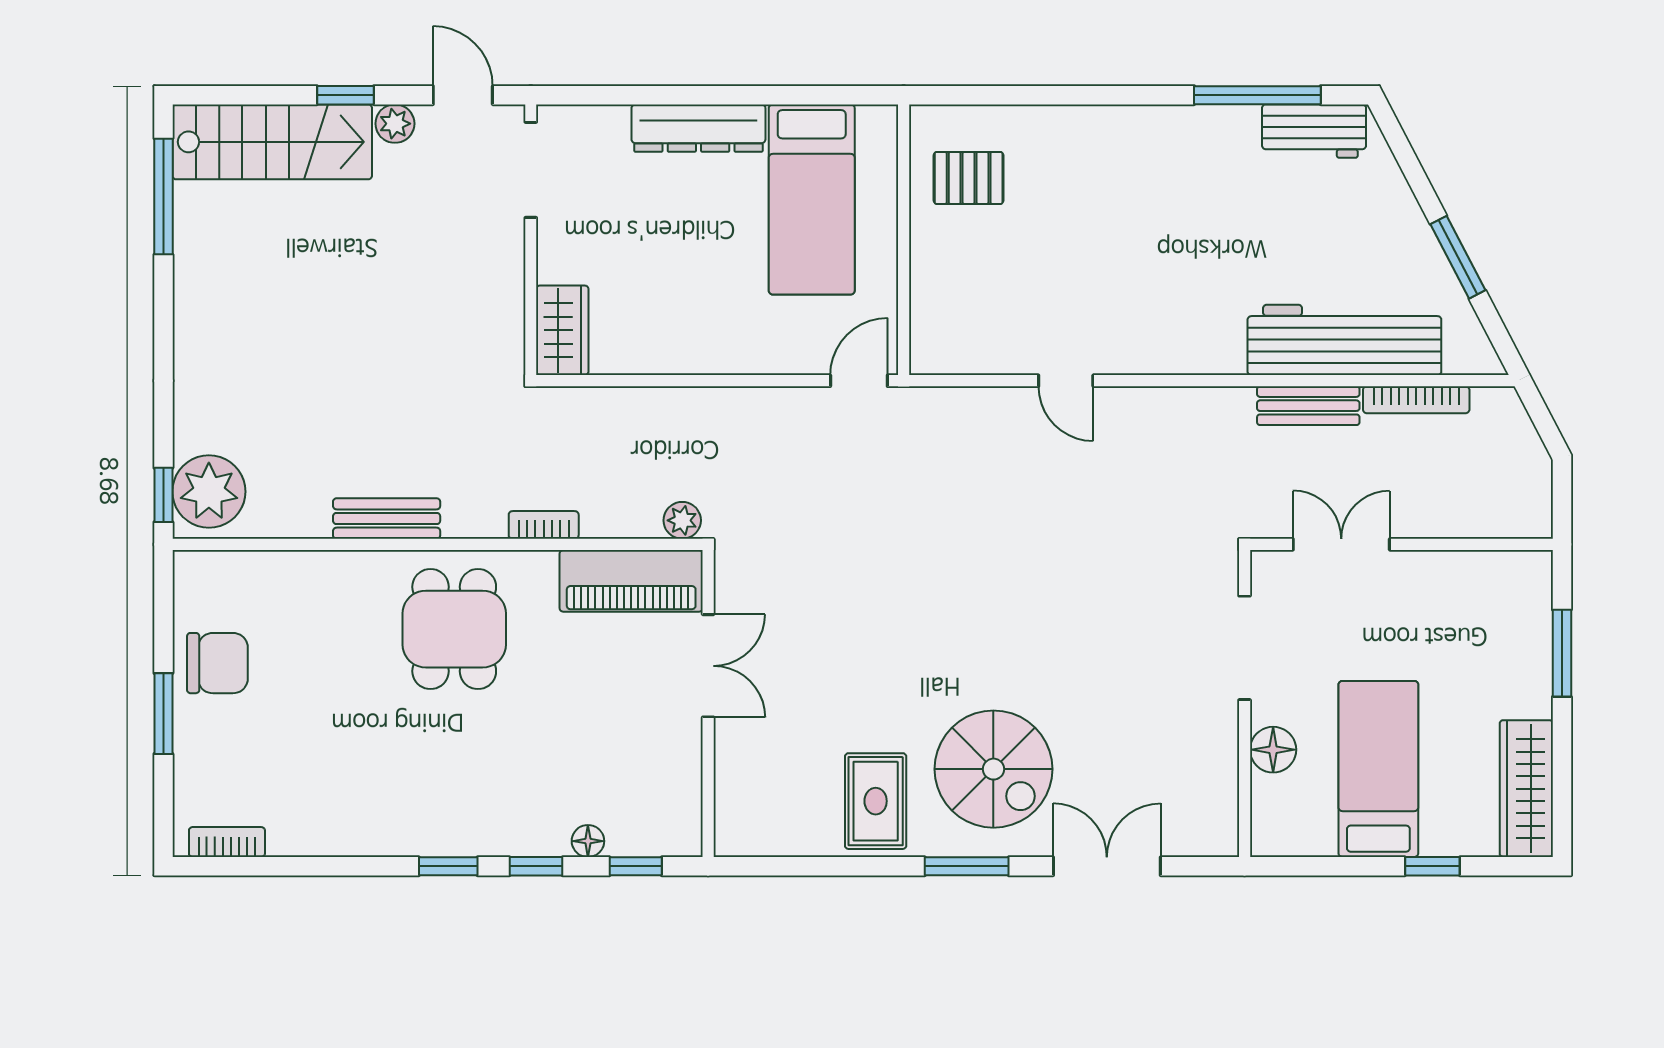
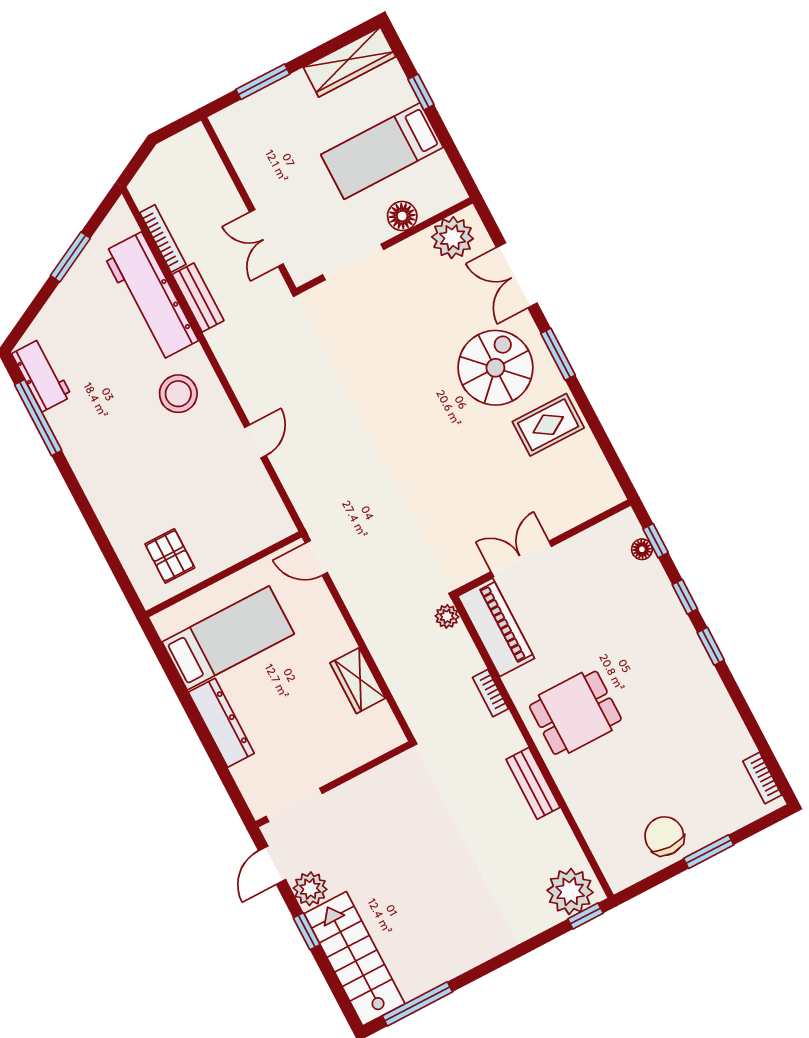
plant: (395, 124) -> (310, 889), width x1.38, depth x1.38
stool: (1189, 308) -> (178, 394), added
wardrobe: (562, 330) -> (358, 681), moved, turned -90
plant: (1206, 804) -> (453, 238), added
floor lamp: (588, 841) -> (642, 549), moved

